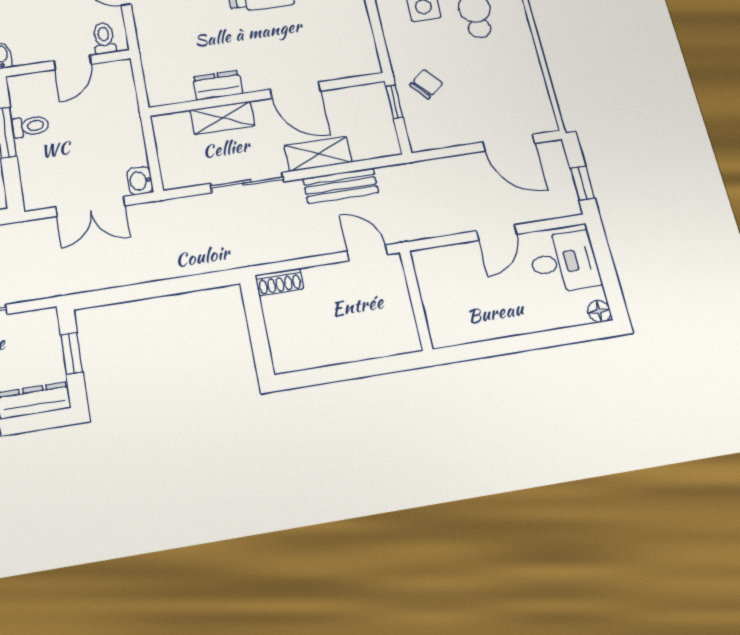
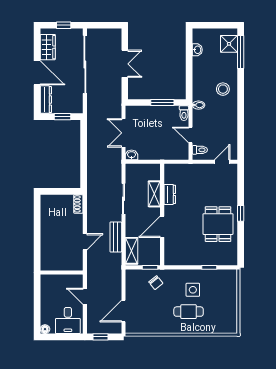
toilet: (30, 126) -> (184, 113), moved
shelving: (318, 154) -> (131, 251), moved
wall: (416, 300) -> (62, 273), moved

